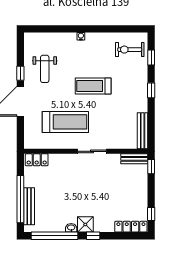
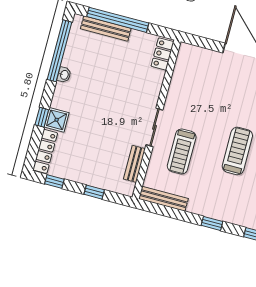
treadmill: (65, 122) -> (182, 152), moved, width x0.73, depth x0.73
bench: (134, 159) -> (134, 164), moved
window: (151, 167) -> (94, 192), moved
shower: (85, 224) -> (57, 120), moved
window: (93, 236) -> (42, 117), moved

